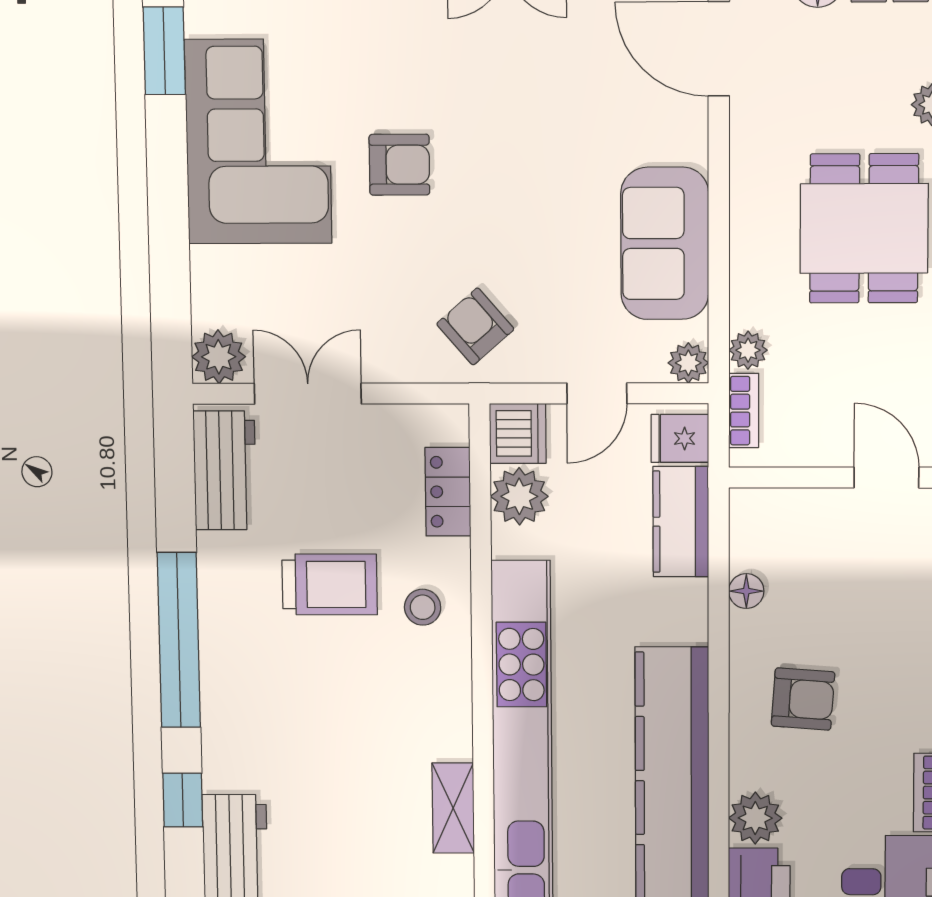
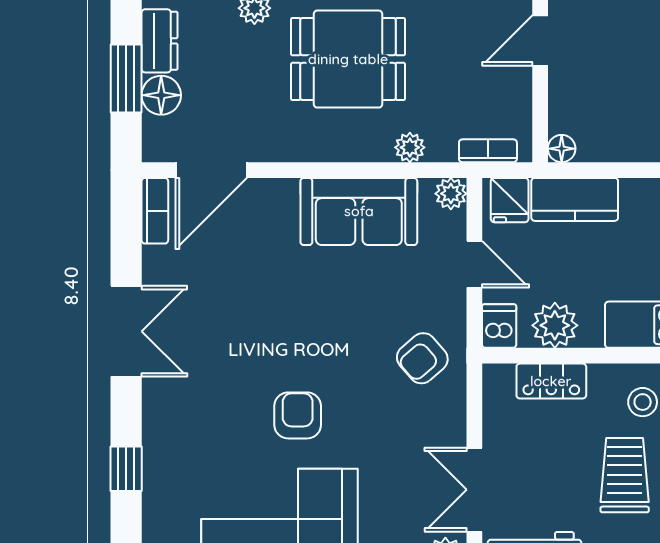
plant: (748, 350) -> (410, 147), moved
dishwasher: (518, 433) -> (499, 326), width x0.73
floor lamp: (746, 591) -> (562, 149), moved

